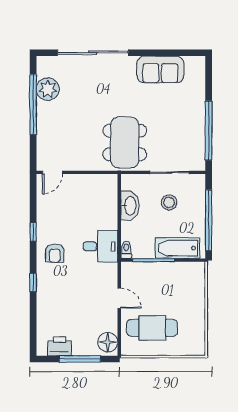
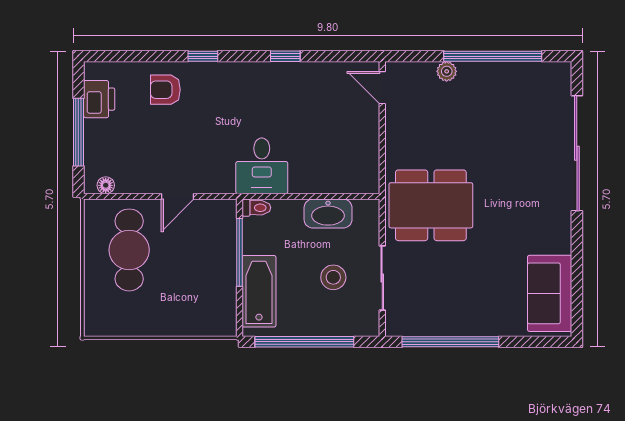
sofa: (160, 70) -> (550, 293), moved
plant: (48, 89) -> (447, 71), moved, width x0.53, depth x0.53
armchair: (55, 253) -> (165, 90), moved
floor lamp: (108, 342) -> (106, 185), width x0.53, depth x0.53

